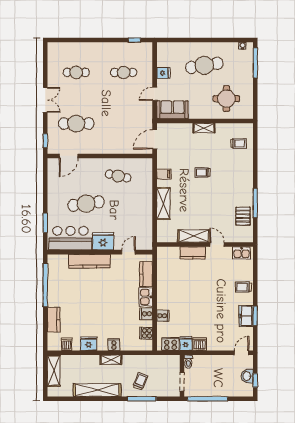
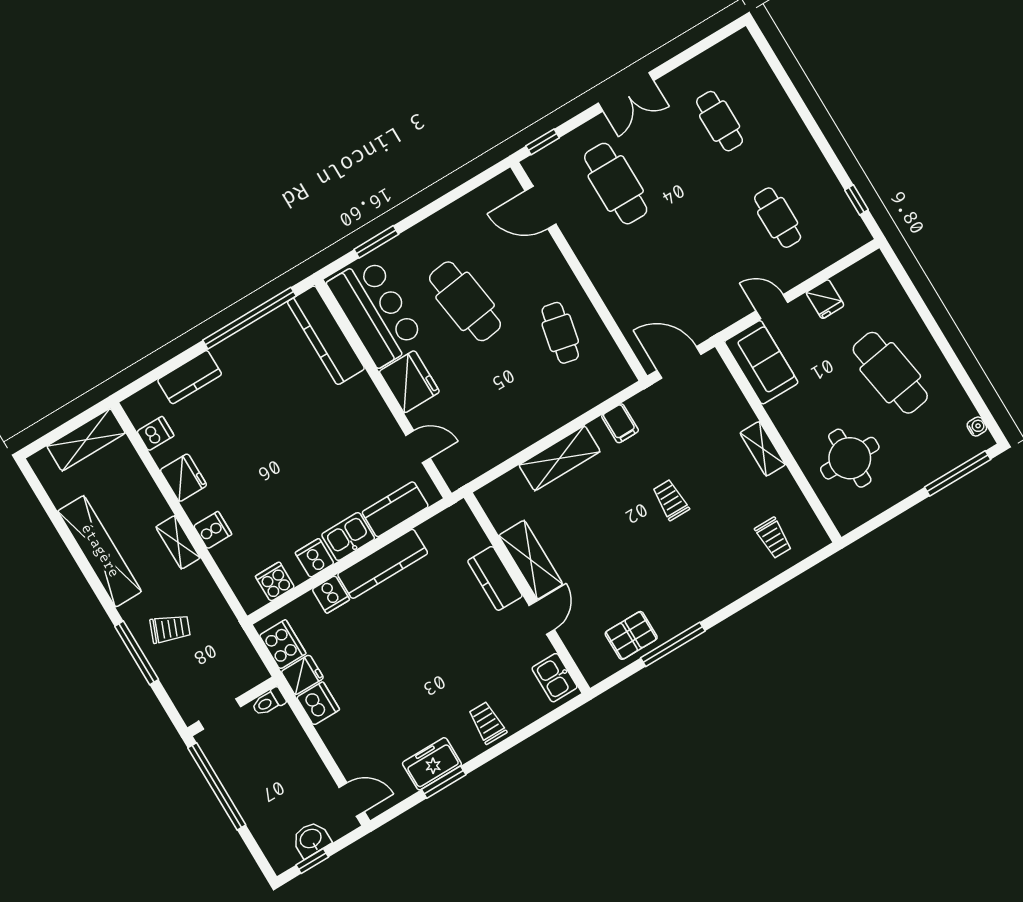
kitchen counter: (90, 261) -> (326, 335), moved
kitchen counter: (163, 290) -> (383, 564), added

